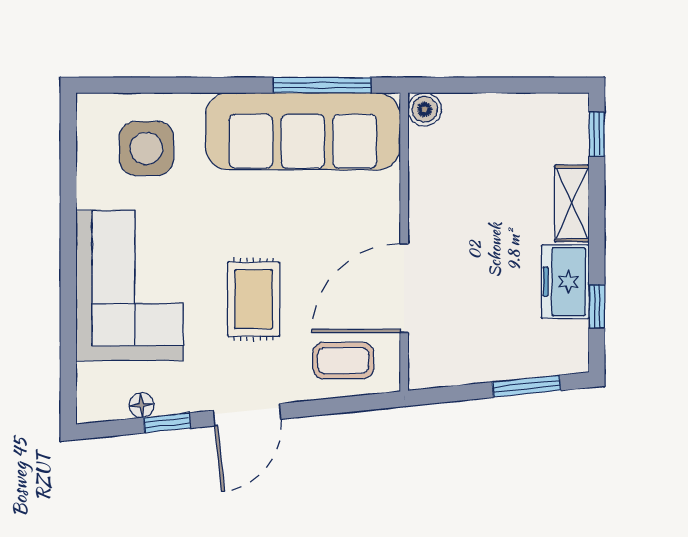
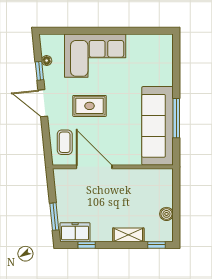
window: (322, 85) -> (176, 118), moved
boiler: (425, 109) -> (166, 214), moved
side table: (146, 148) -> (151, 62), removed
freezer: (565, 282) -> (75, 232), moved

